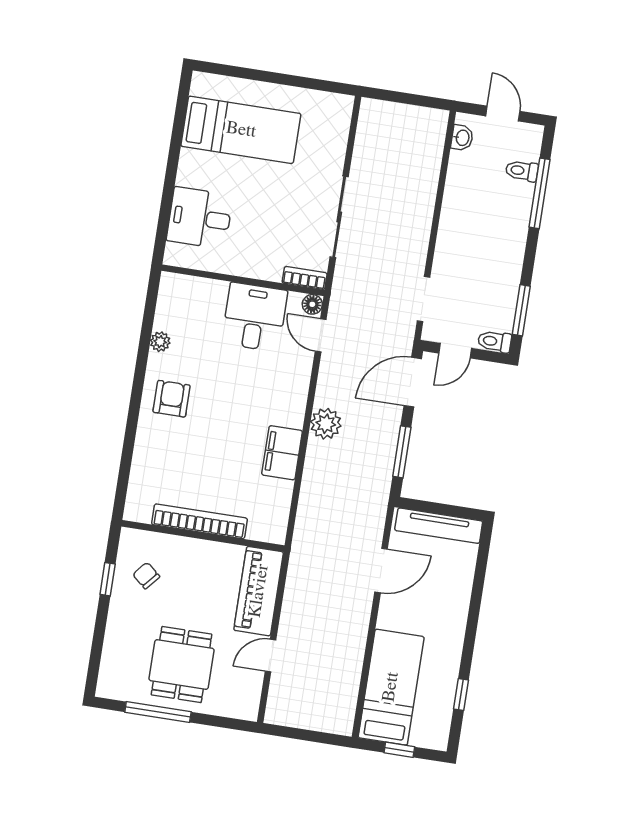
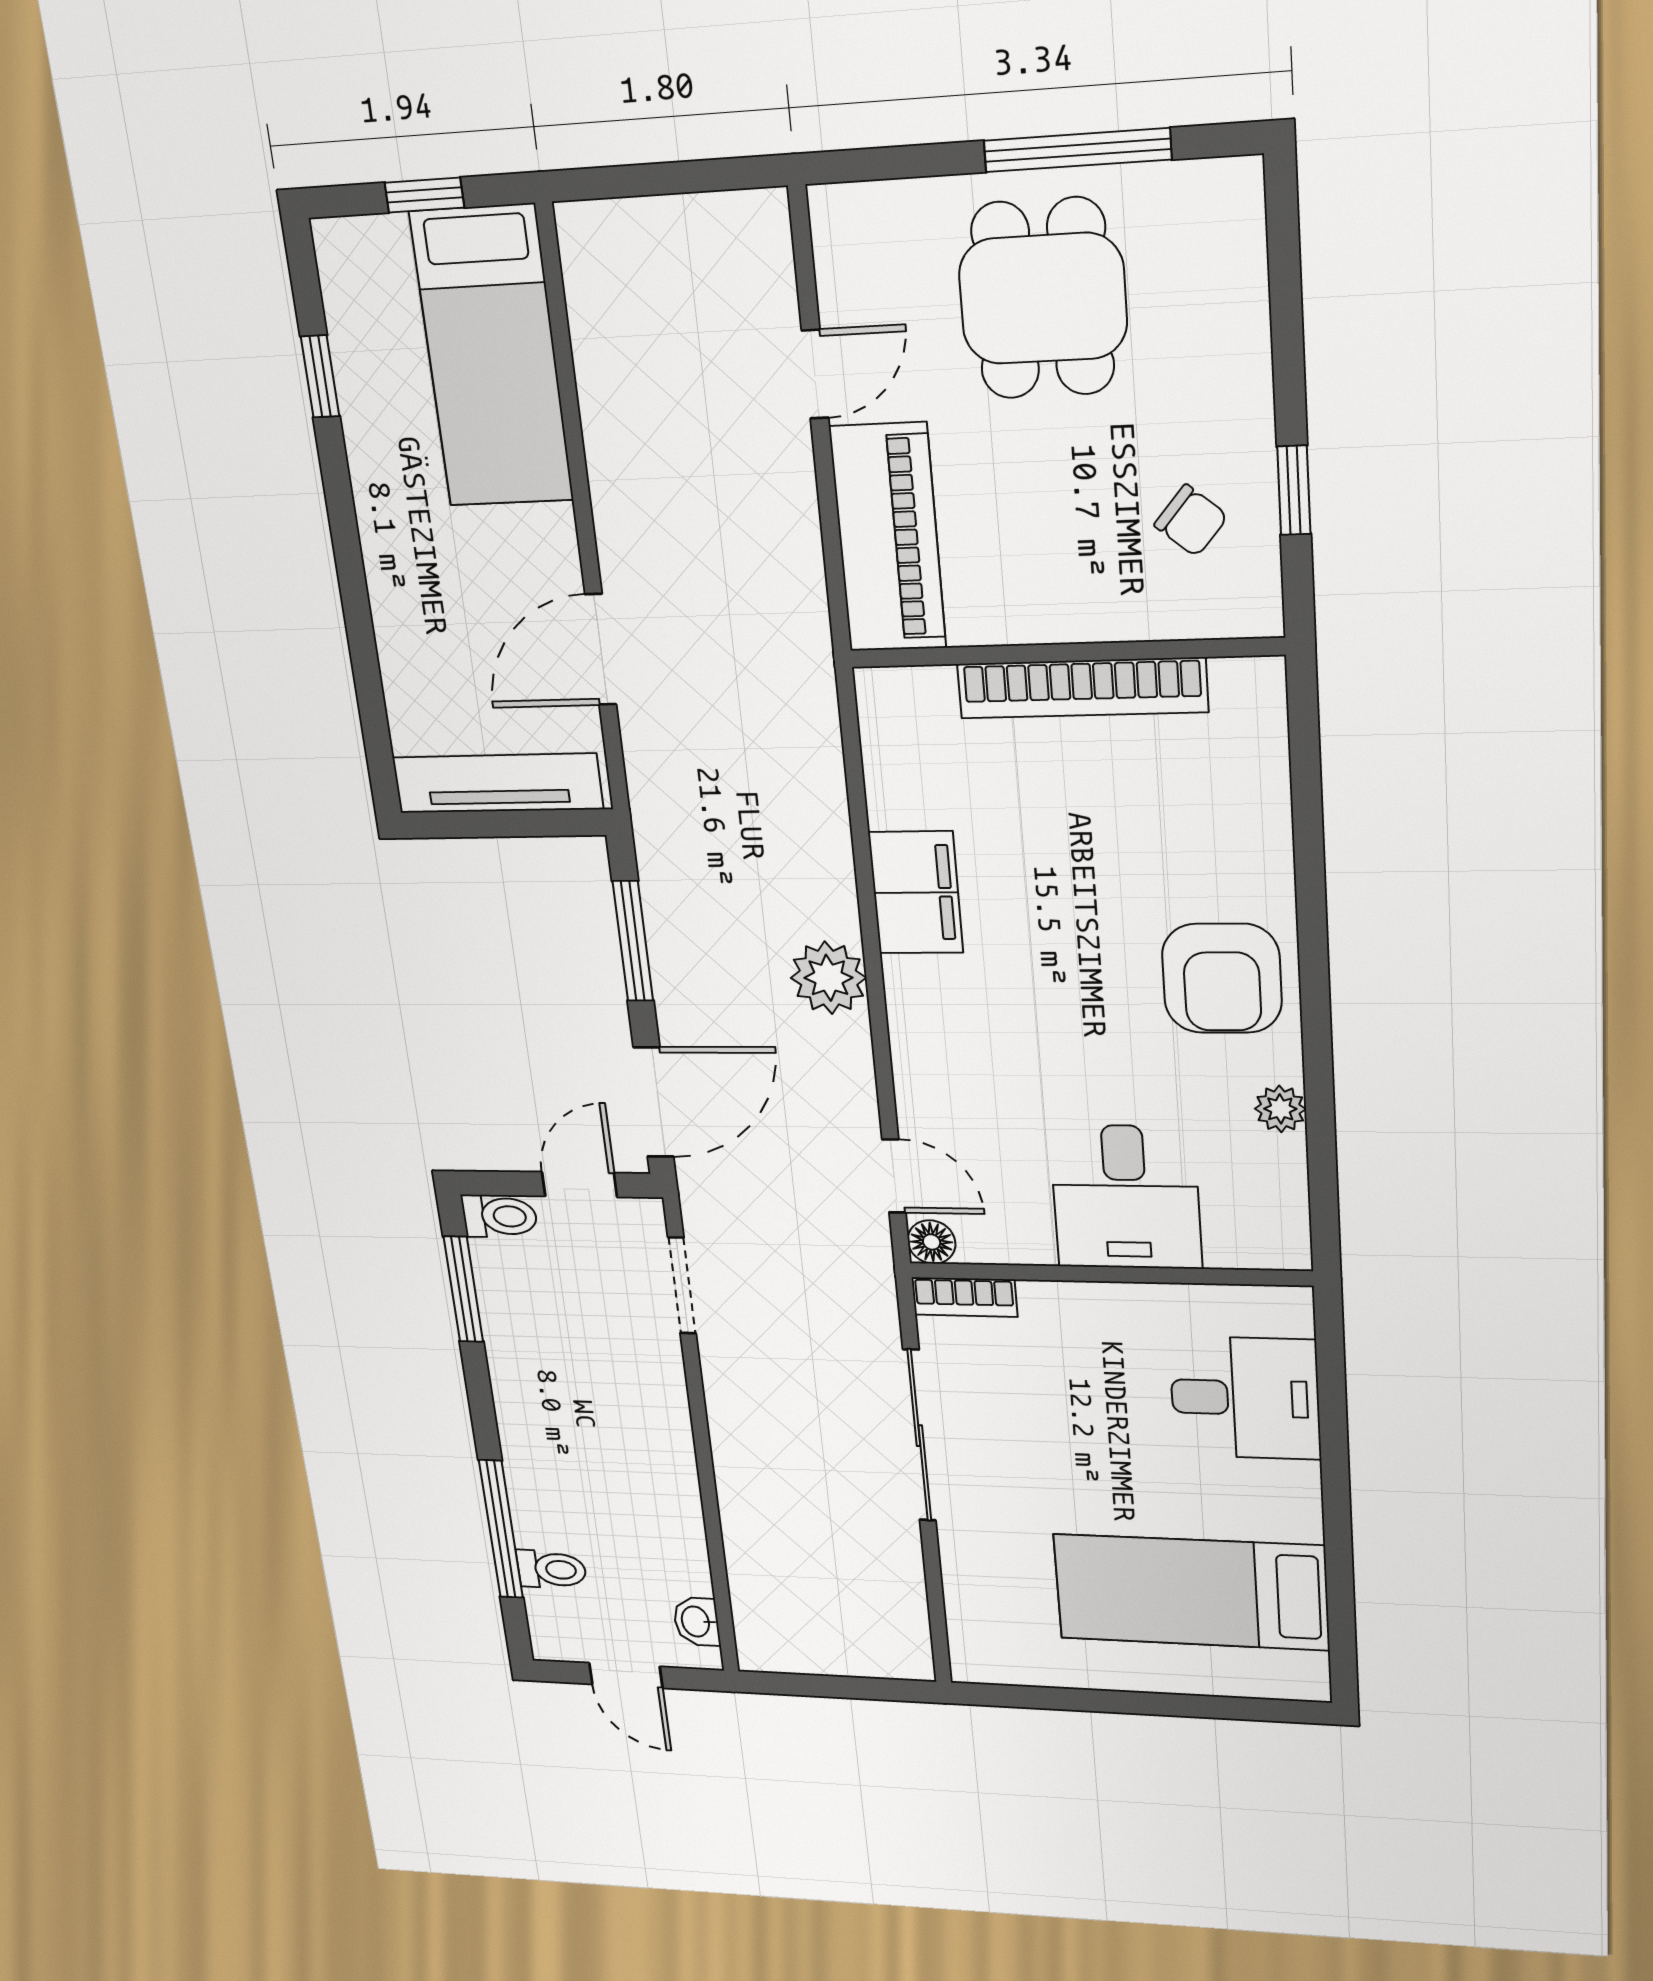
desk: (254, 317) -> (1126, 1197), moved
armchair: (172, 399) -> (1222, 978), width x1.38, depth x1.38

